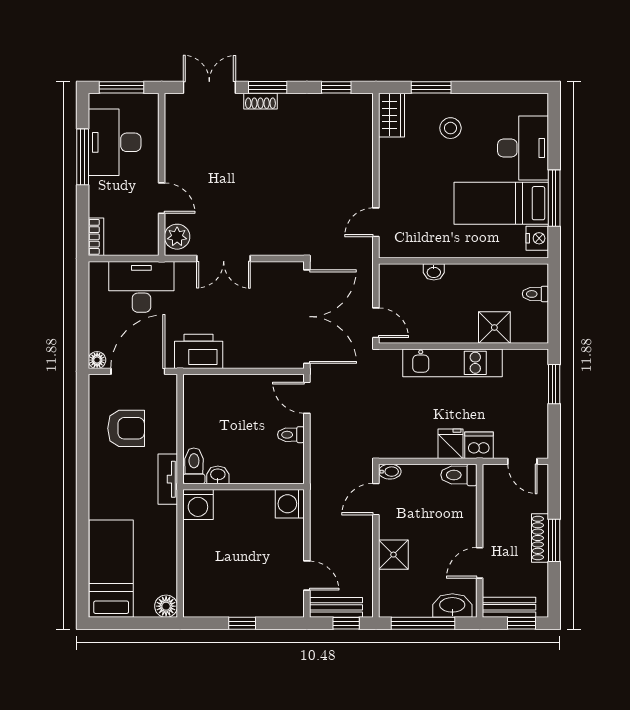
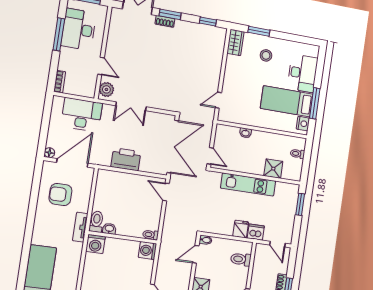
printer: (199, 351) -> (126, 159), moved
armchair: (126, 428) -> (60, 194), turned 180
toilet: (291, 435) -> (151, 235), moved
toilet: (459, 475) -> (241, 259), moved

